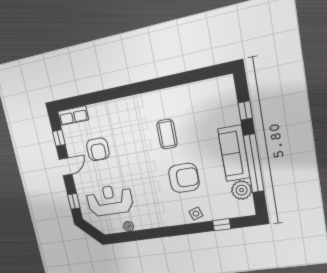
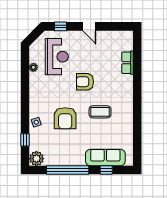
row of seats: (73, 116) -> (128, 63), moved
window: (59, 138) -> (113, 26), removed
armchair: (98, 149) -> (85, 82), moved
sofa: (234, 153) -> (105, 157), moved
plant: (242, 190) -> (36, 159), moved

